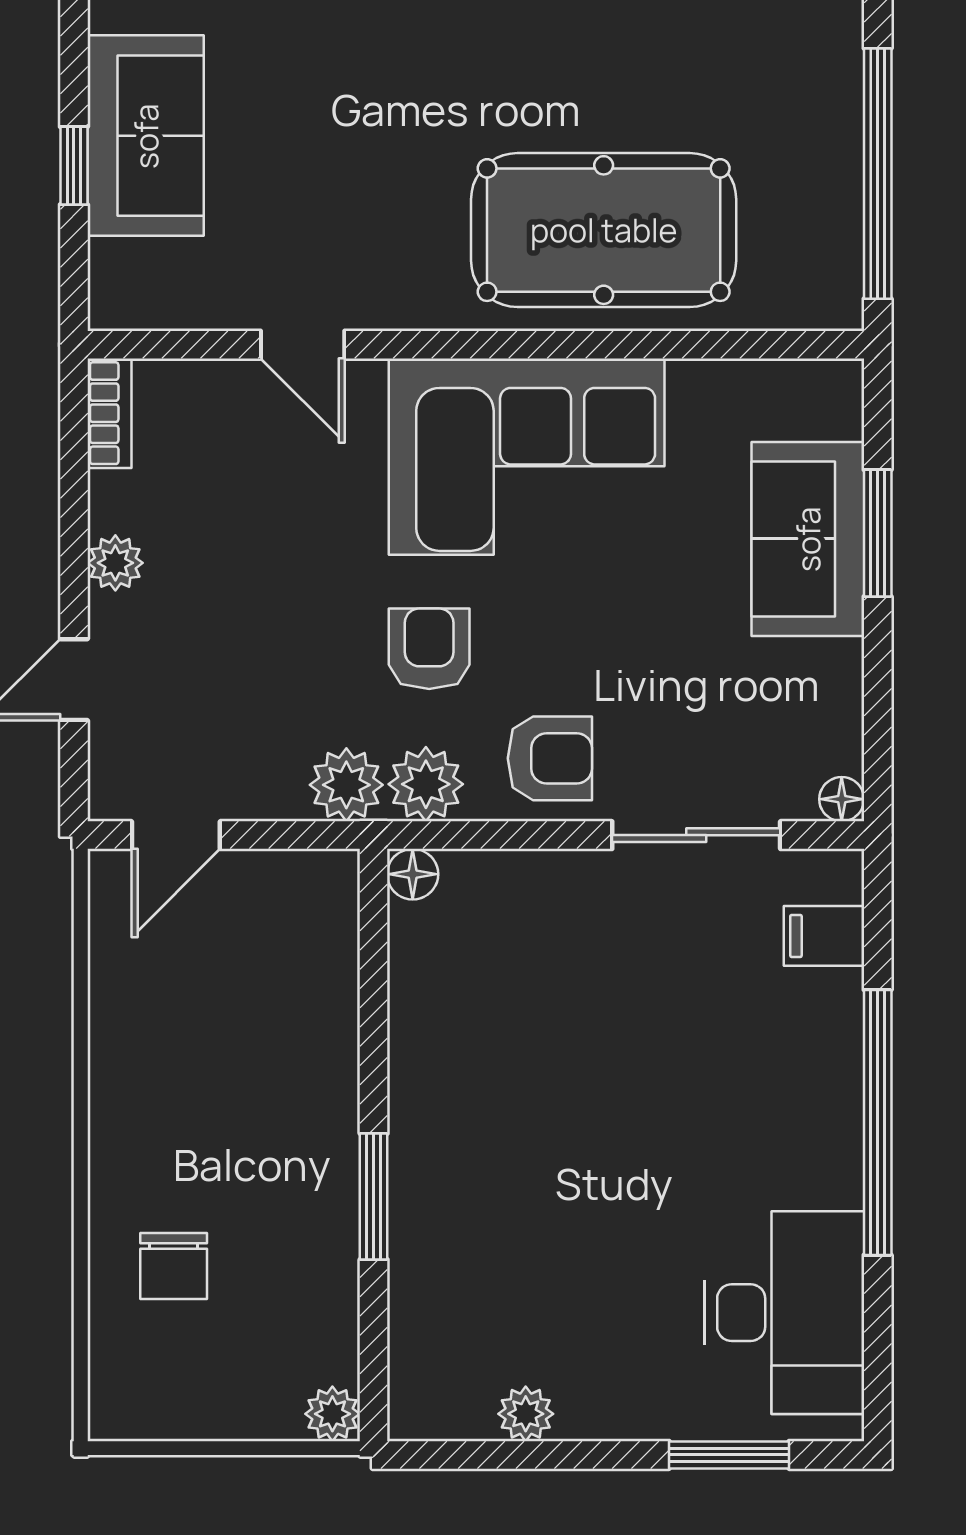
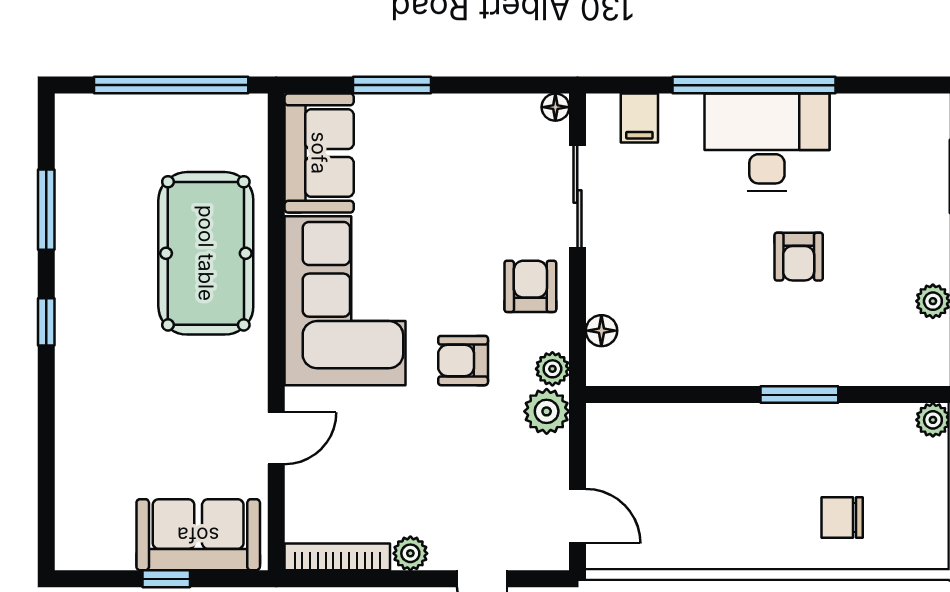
sofa: (146, 136) -> (198, 535), moved
bookcase: (109, 413) -> (337, 557), width x1.56
sofa: (808, 539) -> (319, 153), moved, turned -90
plant: (426, 784) -> (552, 369), width x0.73, depth x0.73
floor lamp: (413, 874) -> (601, 331), moved
armchair: (598, 1195) -> (799, 257), added
chair: (174, 1266) -> (842, 517), turned 180
desk: (784, 1313) -> (767, 142), moved

